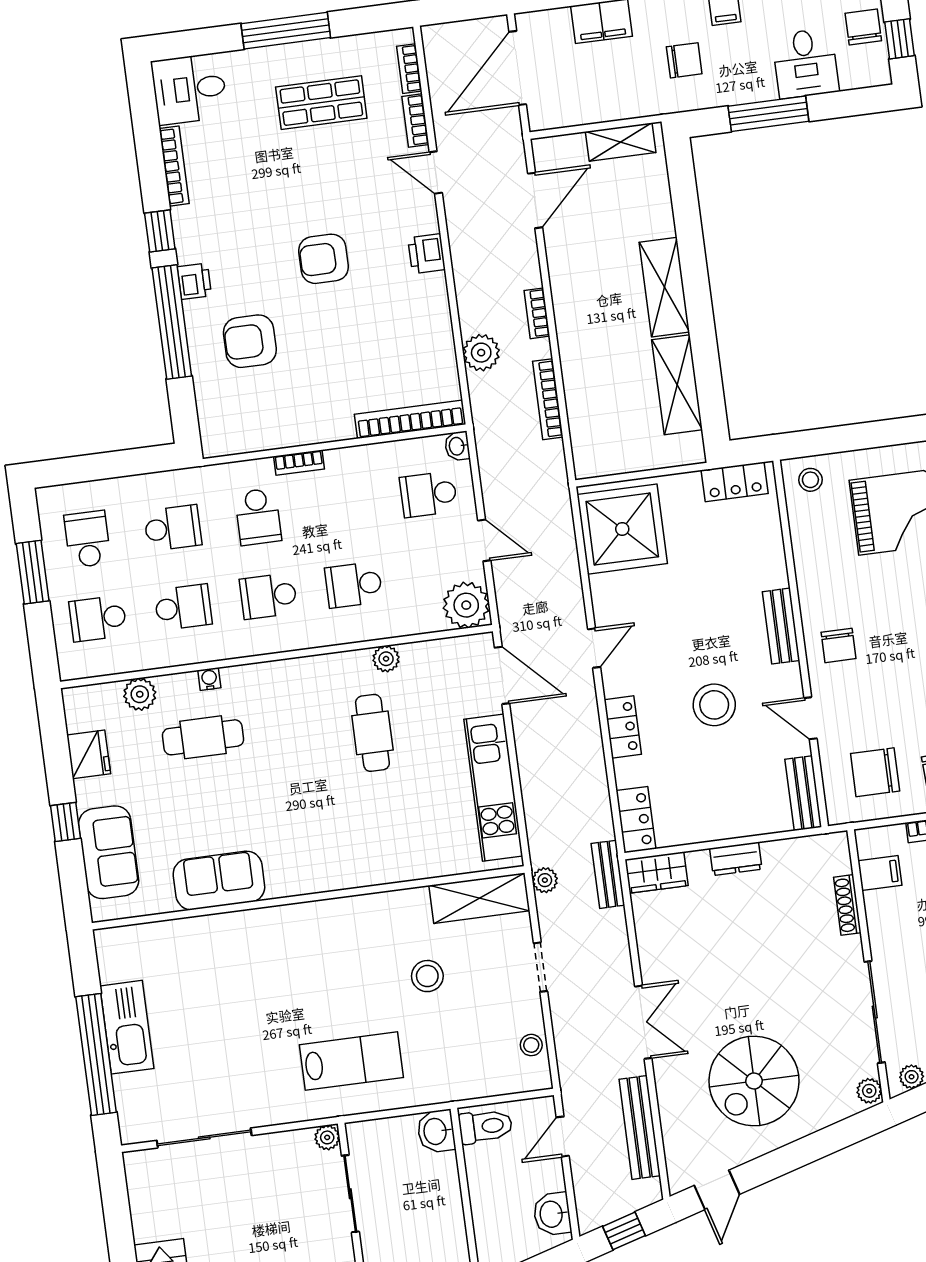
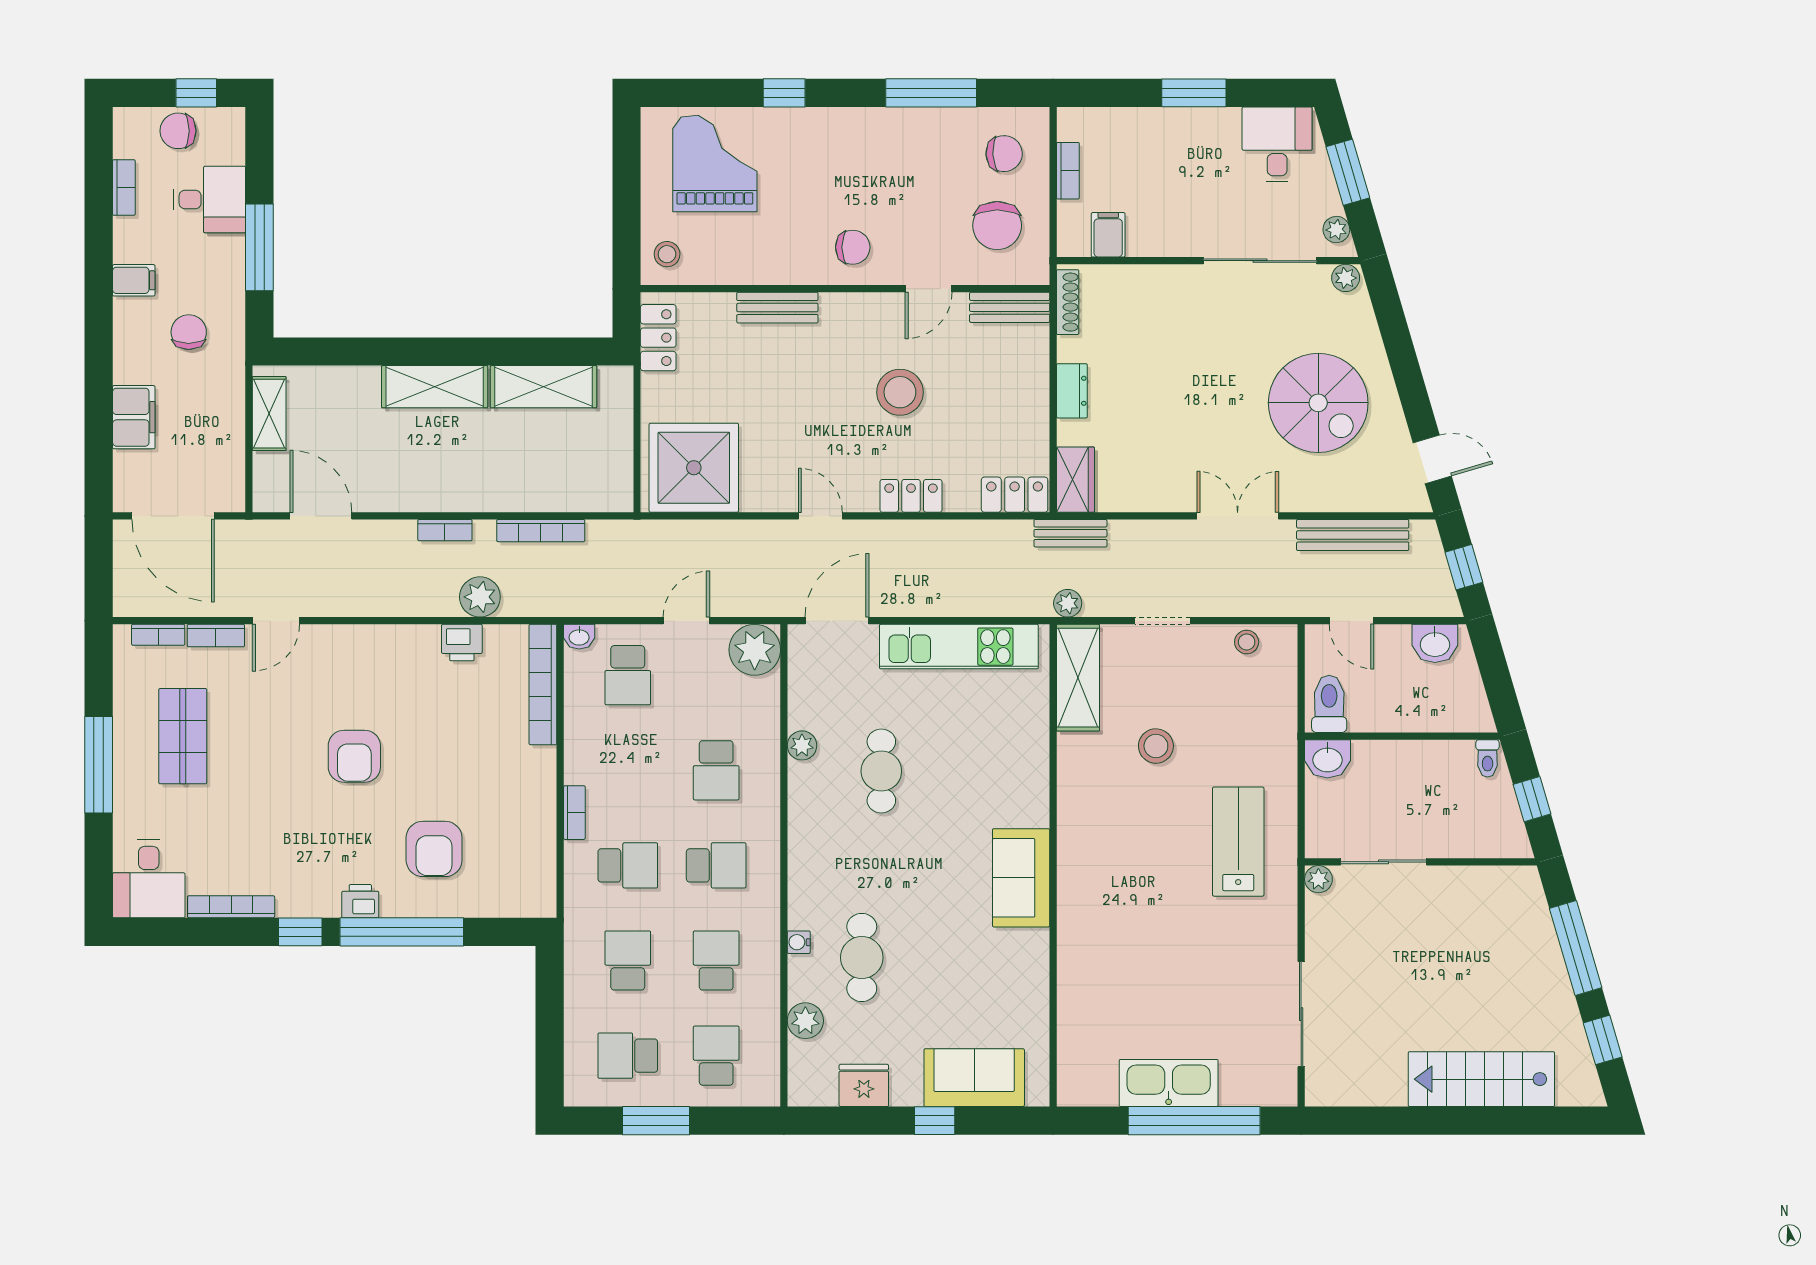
printer: (427, 254) -> (462, 643), moved
school desk: (268, 596) -> (716, 865), turned -90
school desk: (98, 618) -> (716, 1056), turned 180
bench: (781, 626) -> (777, 308), moved
cafe table: (372, 733) -> (881, 771), turned 90
sofa: (219, 880) -> (1021, 878), moved
shoe rack: (847, 905) -> (1068, 302), moved, turned -90

